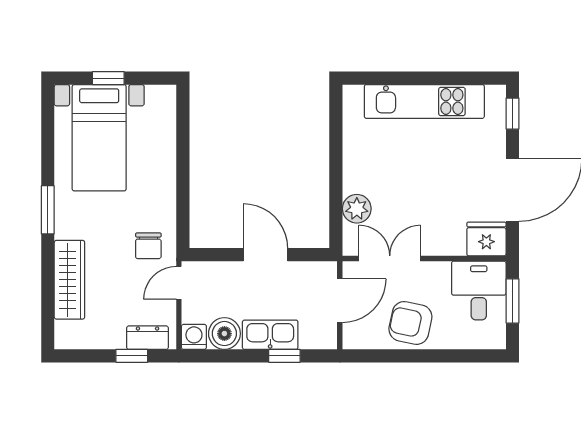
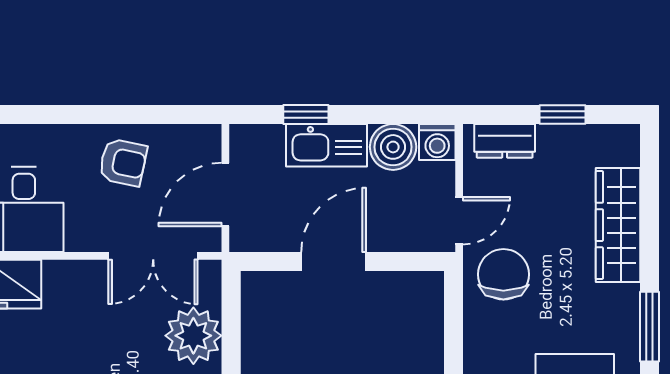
plant: (357, 209) -> (193, 336), width x1.36, depth x1.36
chair: (148, 246) -> (503, 274), width x1.37, depth x1.37
door: (265, 255) -> (334, 262), swing flipped
armchair: (410, 323) -> (123, 162), width x0.72, depth x0.72
window: (132, 356) -> (562, 115), moved

